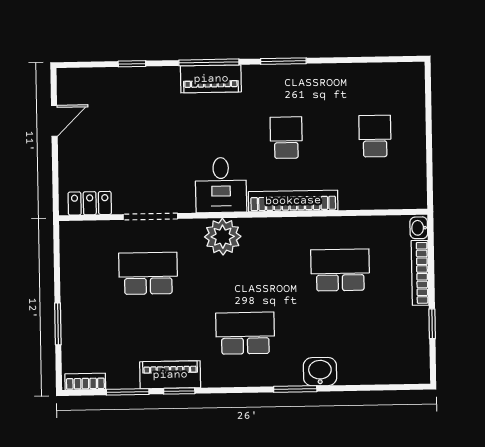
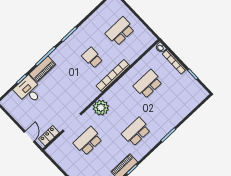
piano: (211, 79) -> (42, 69), moved
door: (54, 121) -> (29, 137), moved
school desk: (375, 136) -> (120, 31), width x1.85
desk: (221, 185) -> (29, 91), moved, turned 180
washbasin: (320, 372) -> (171, 122), removed

